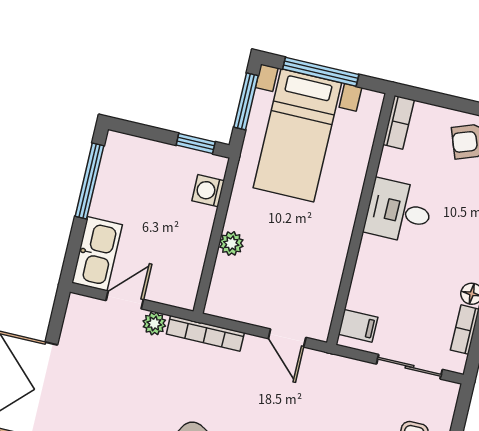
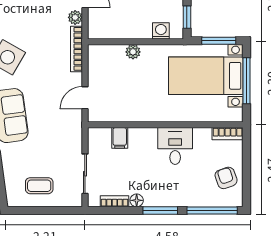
filing cabinet: (358, 326) -> (120, 138), moved

